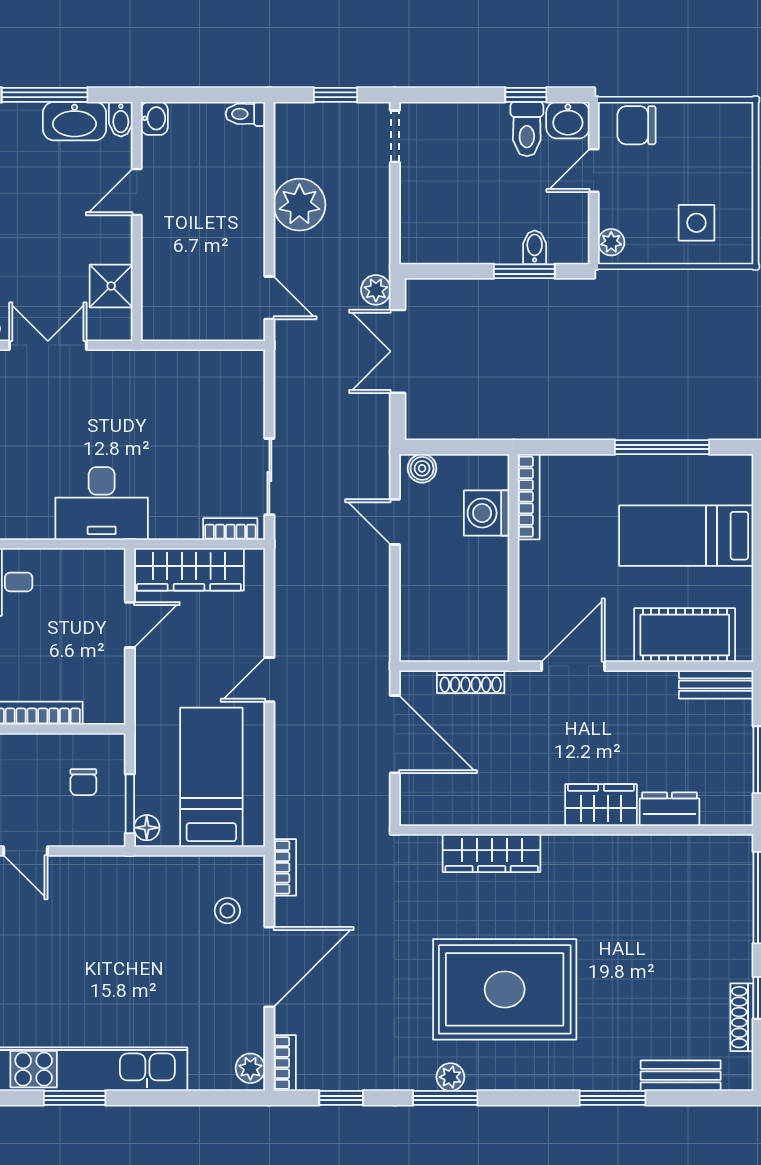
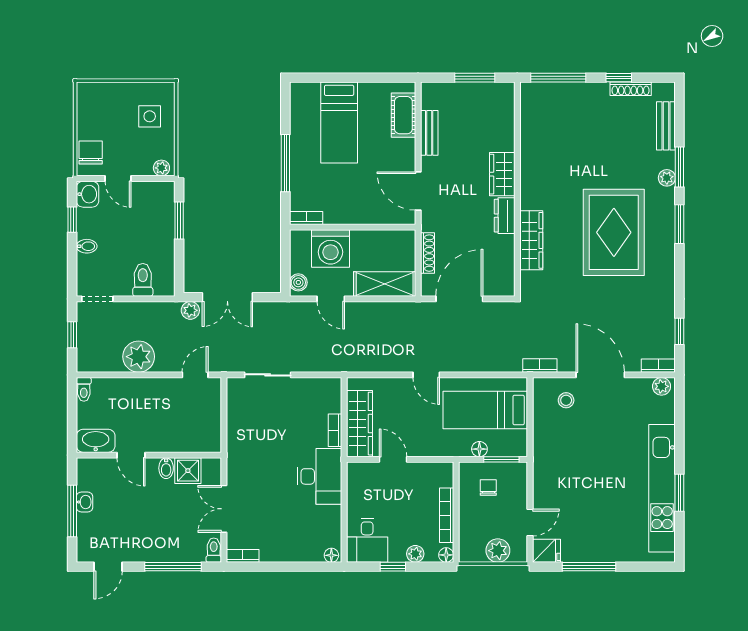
washbasin: (154, 118) -> (96, 441), width x1.91, depth x1.45
bidet: (121, 119) -> (166, 468), moved, turned 90
washbasin: (74, 121) -> (85, 502), width x0.52, depth x0.69
chair: (637, 125) -> (91, 153), turned 180
toilet: (527, 129) -> (143, 280), moved, turned -90
bidet: (535, 247) -> (87, 246), moved, turned 180
window: (662, 447) -> (285, 163), moved
sliding door: (269, 477) -> (268, 375), moved
bookcase: (529, 497) -> (306, 218), width x0.64
washing machine: (487, 513) -> (330, 248), width x1.37, depth x1.37
door: (395, 522) -> (331, 299), hinge flipped
bookcase: (230, 529) -> (335, 430), moved
shelving: (420, 611) -> (385, 284), added
cot: (685, 635) -> (403, 115), width x0.73, depth x0.75
bench: (716, 685) -> (429, 133), moved
chair: (83, 782) -> (488, 487), turned -90
dresser: (669, 809) -> (505, 216), moved
floor lamp: (147, 828) -> (479, 449), moved
plant: (450, 1077) -> (667, 178), moved
window: (445, 1098) -> (679, 224), moved

